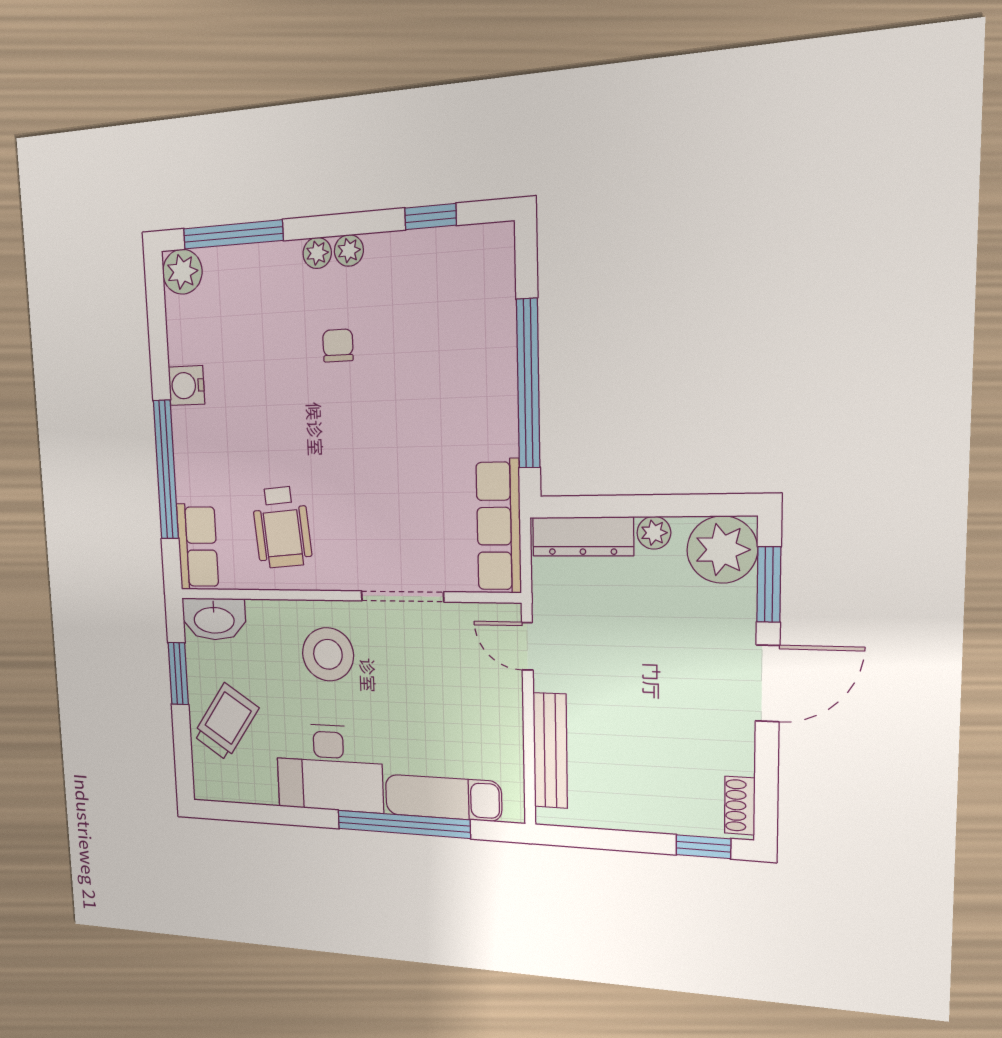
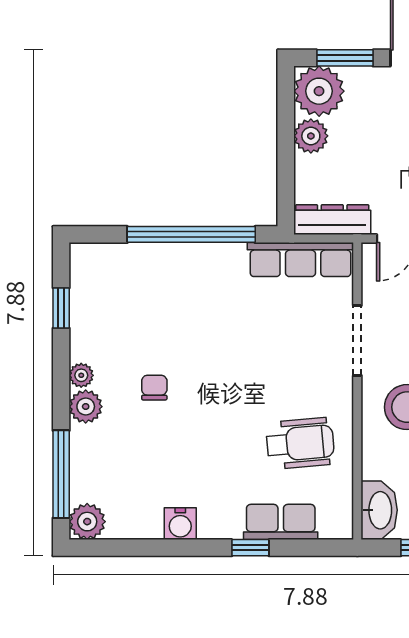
plant: (317, 253) -> (86, 407), width x1.38, depth x1.38
chair: (338, 346) -> (154, 388), turned 90
window: (166, 470) -> (250, 548), width x0.32
plant: (654, 533) -> (311, 136), width x1.38, depth x1.38
dresser: (583, 536) -> (332, 220), moved, turned -90
row of seats: (198, 547) -> (281, 522), moved

